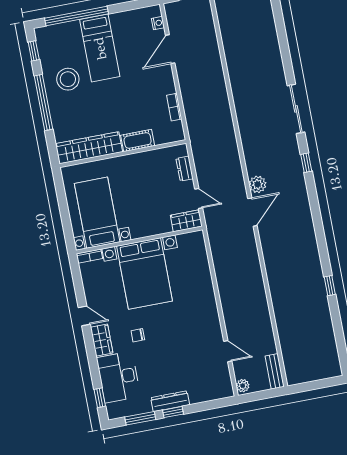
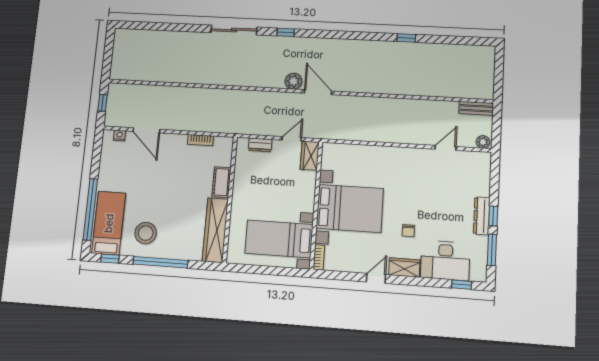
bed: (100, 48) -> (109, 223), moved, turned -90

